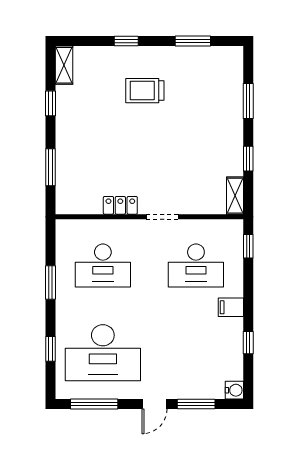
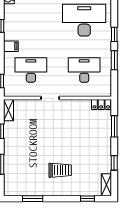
window: (126, 41) -> (88, 199), moved
locker: (120, 205) -> (101, 105), moved
window: (50, 349) -> (114, 34), moved

